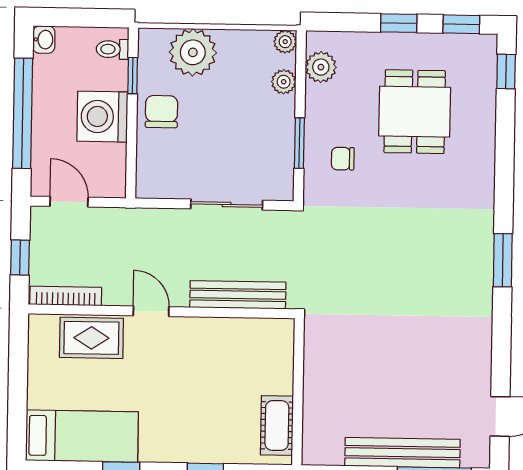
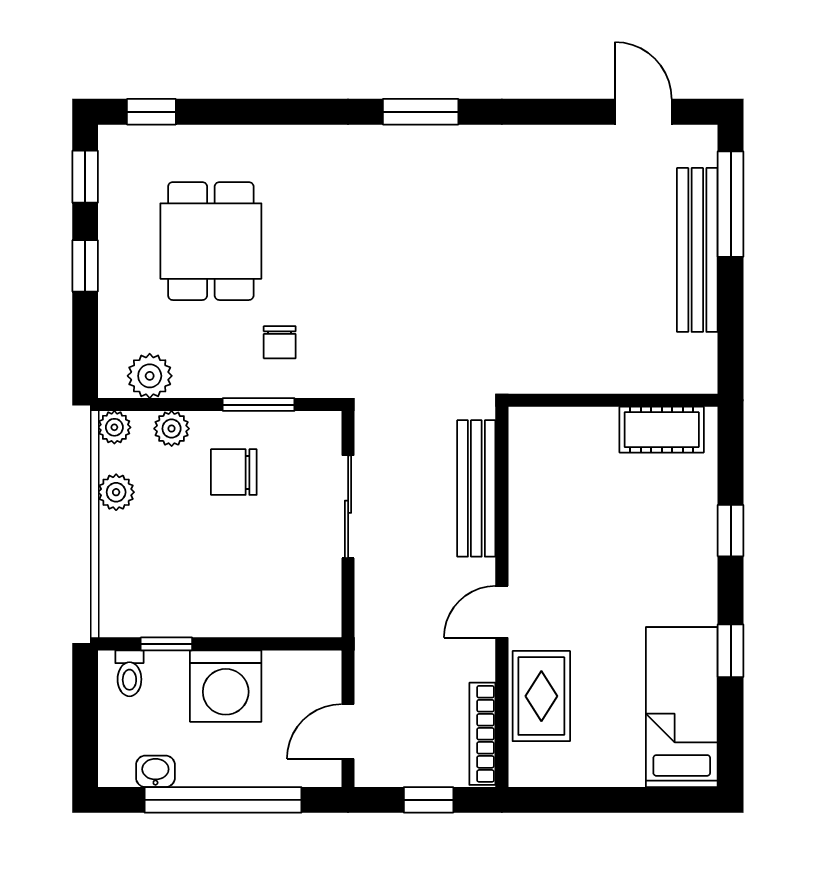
washbasin: (44, 40) -> (155, 771), moved
plant: (193, 52) -> (116, 492), moved, width x0.53, depth x0.53
chair: (161, 112) -> (234, 472), moved
dining table: (415, 112) -> (211, 241), turned 90

